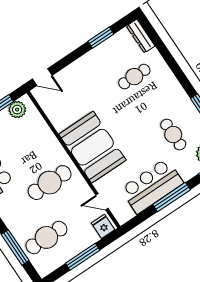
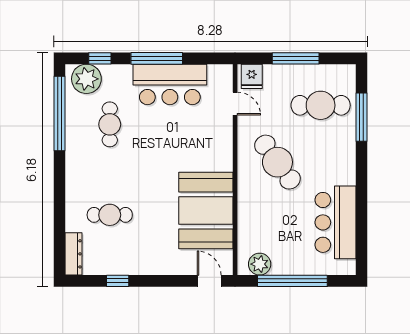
window: (101, 38) -> (118, 281), width x0.67
booth: (92, 147) -> (206, 211), moved
cafe table: (50, 183) -> (277, 162), turned 54

